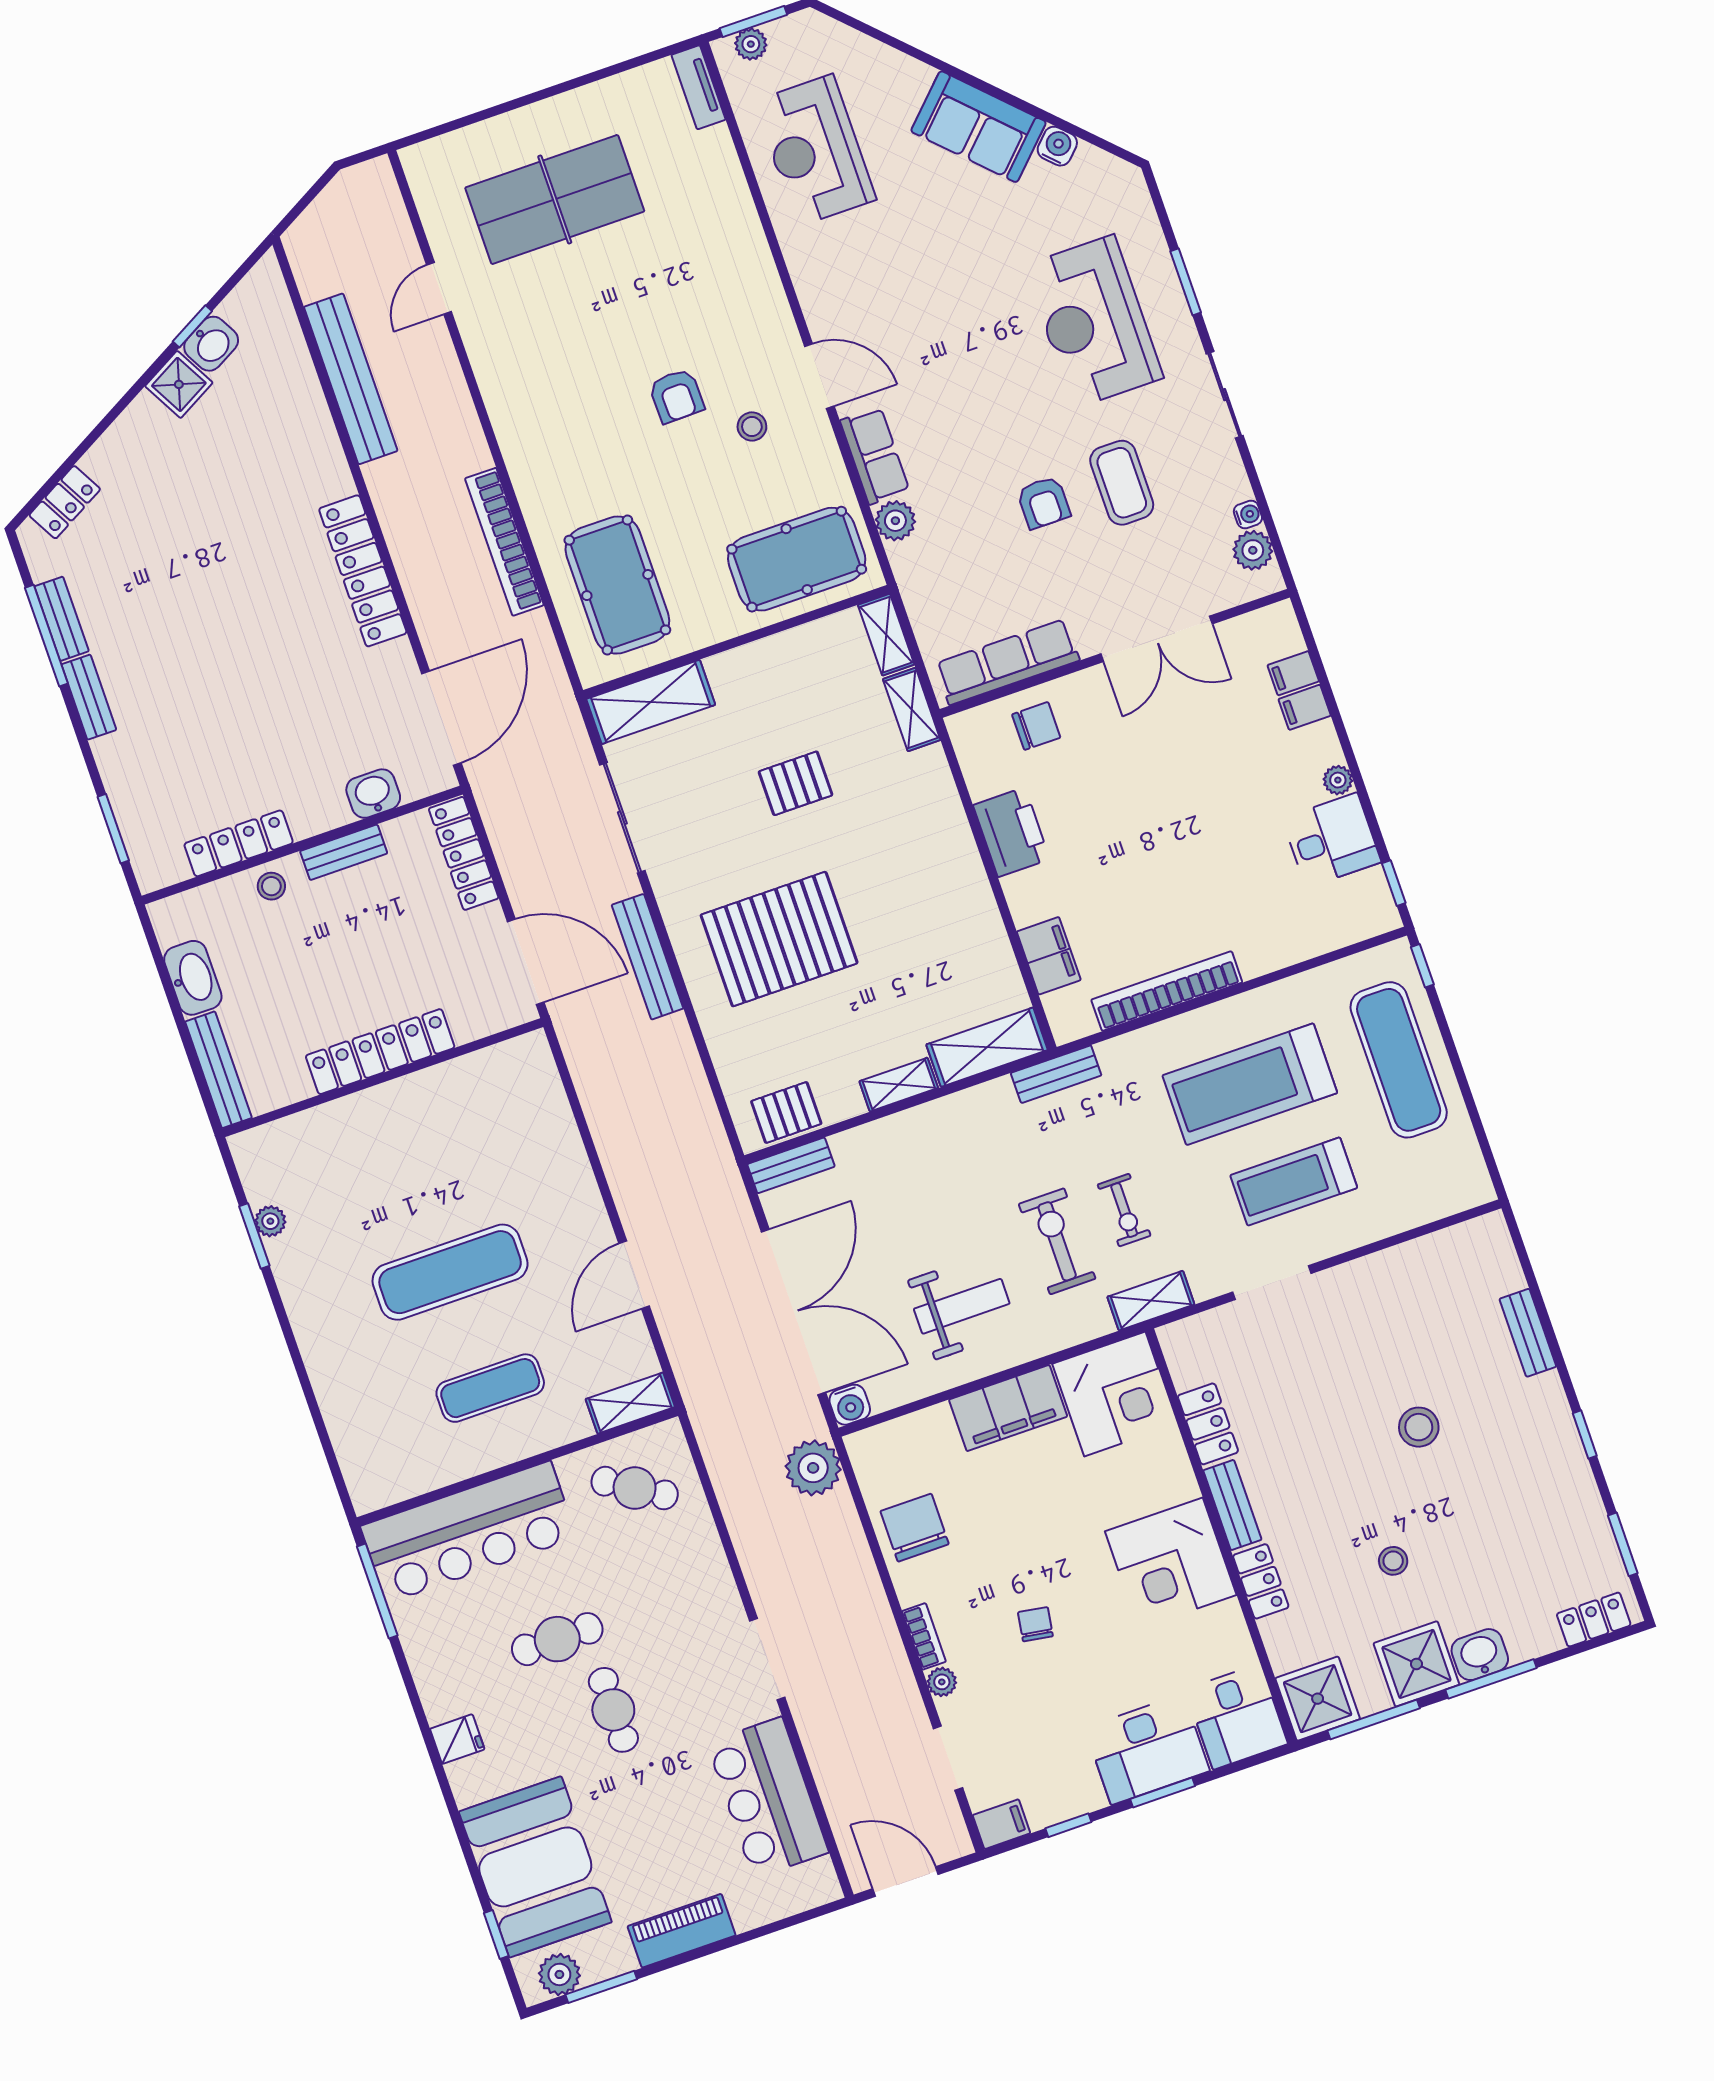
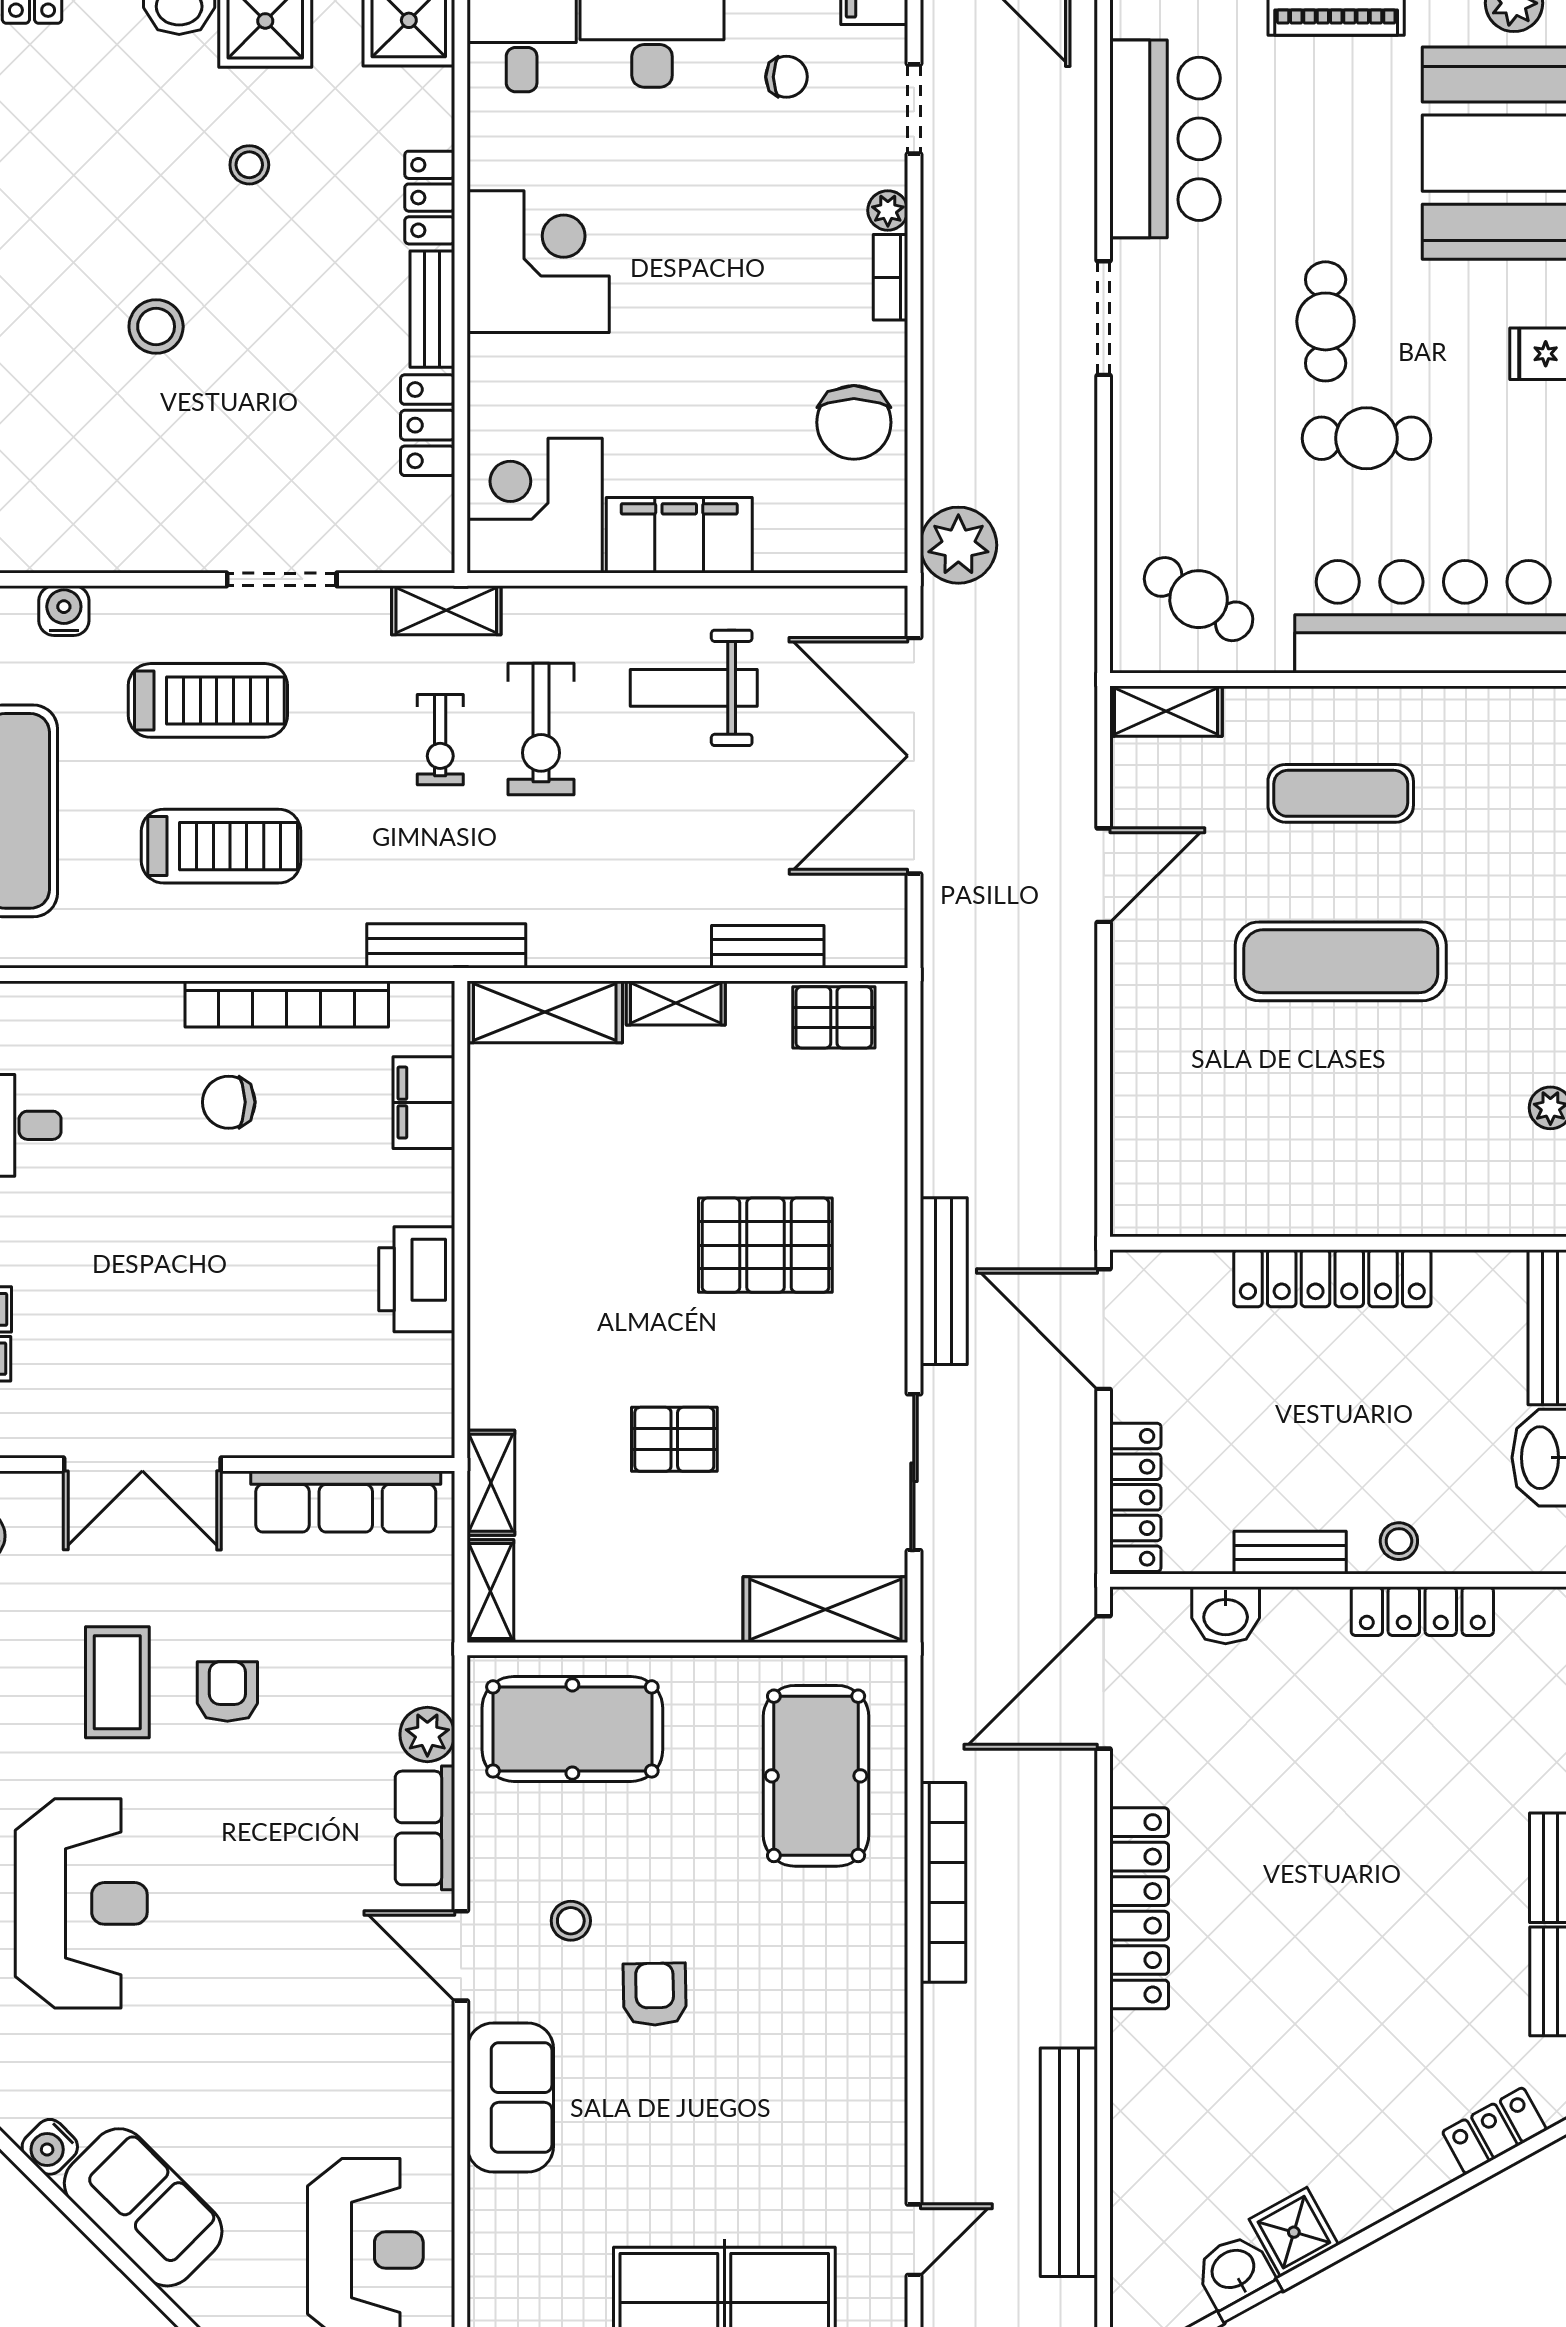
sofa: (751, 290) -> (510, 2097), added
double door: (1156, 639) -> (142, 1464), swing flipped
chair: (1036, 726) -> (229, 1102), moved
pallet: (779, 939) -> (765, 1245), width x0.73, depth x0.71
bench: (1056, 1074) -> (446, 946), width x1.36
treadmill: (1250, 1084) -> (221, 846), width x0.73, depth x0.73
bench: (791, 1165) -> (768, 947), moved
exercise bike: (1124, 1210) -> (440, 740), turned 180
water cooler: (850, 1405) -> (64, 611), moved
chair: (1035, 1624) -> (786, 77), moved, turned -99

